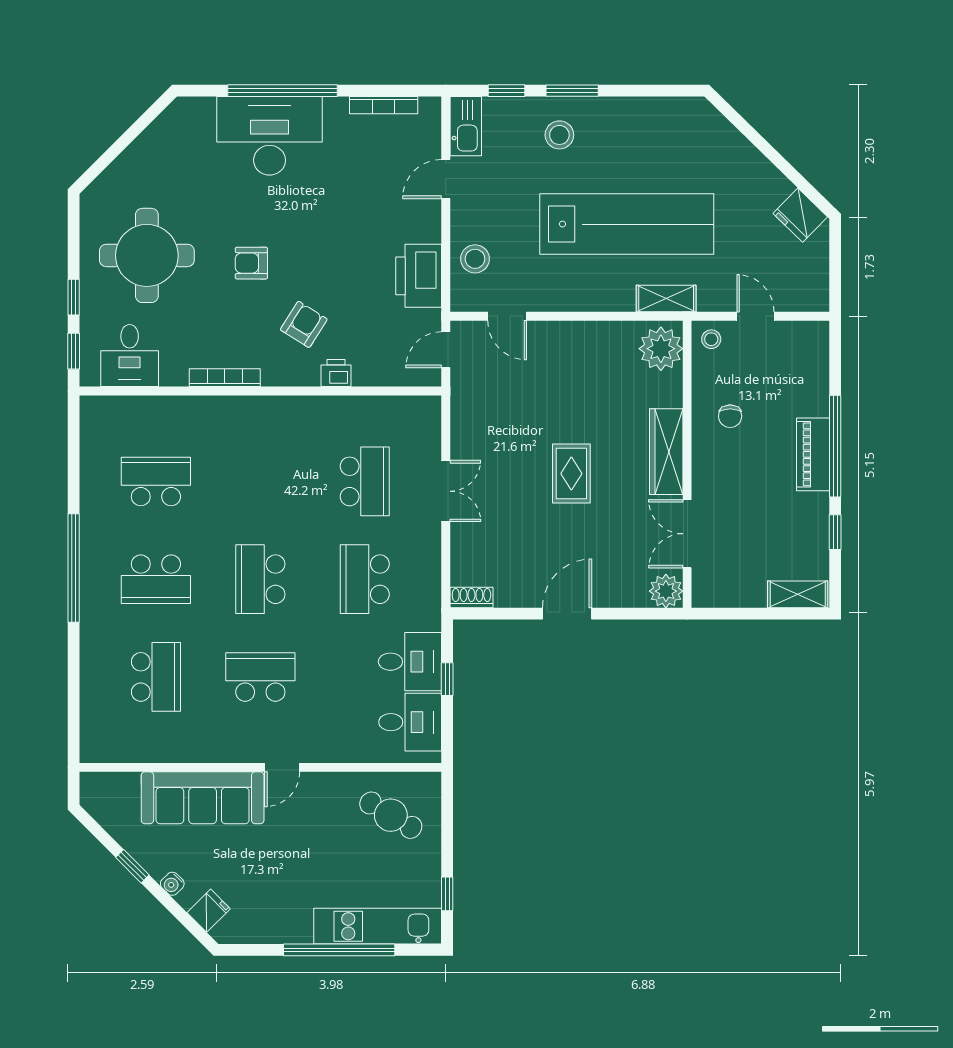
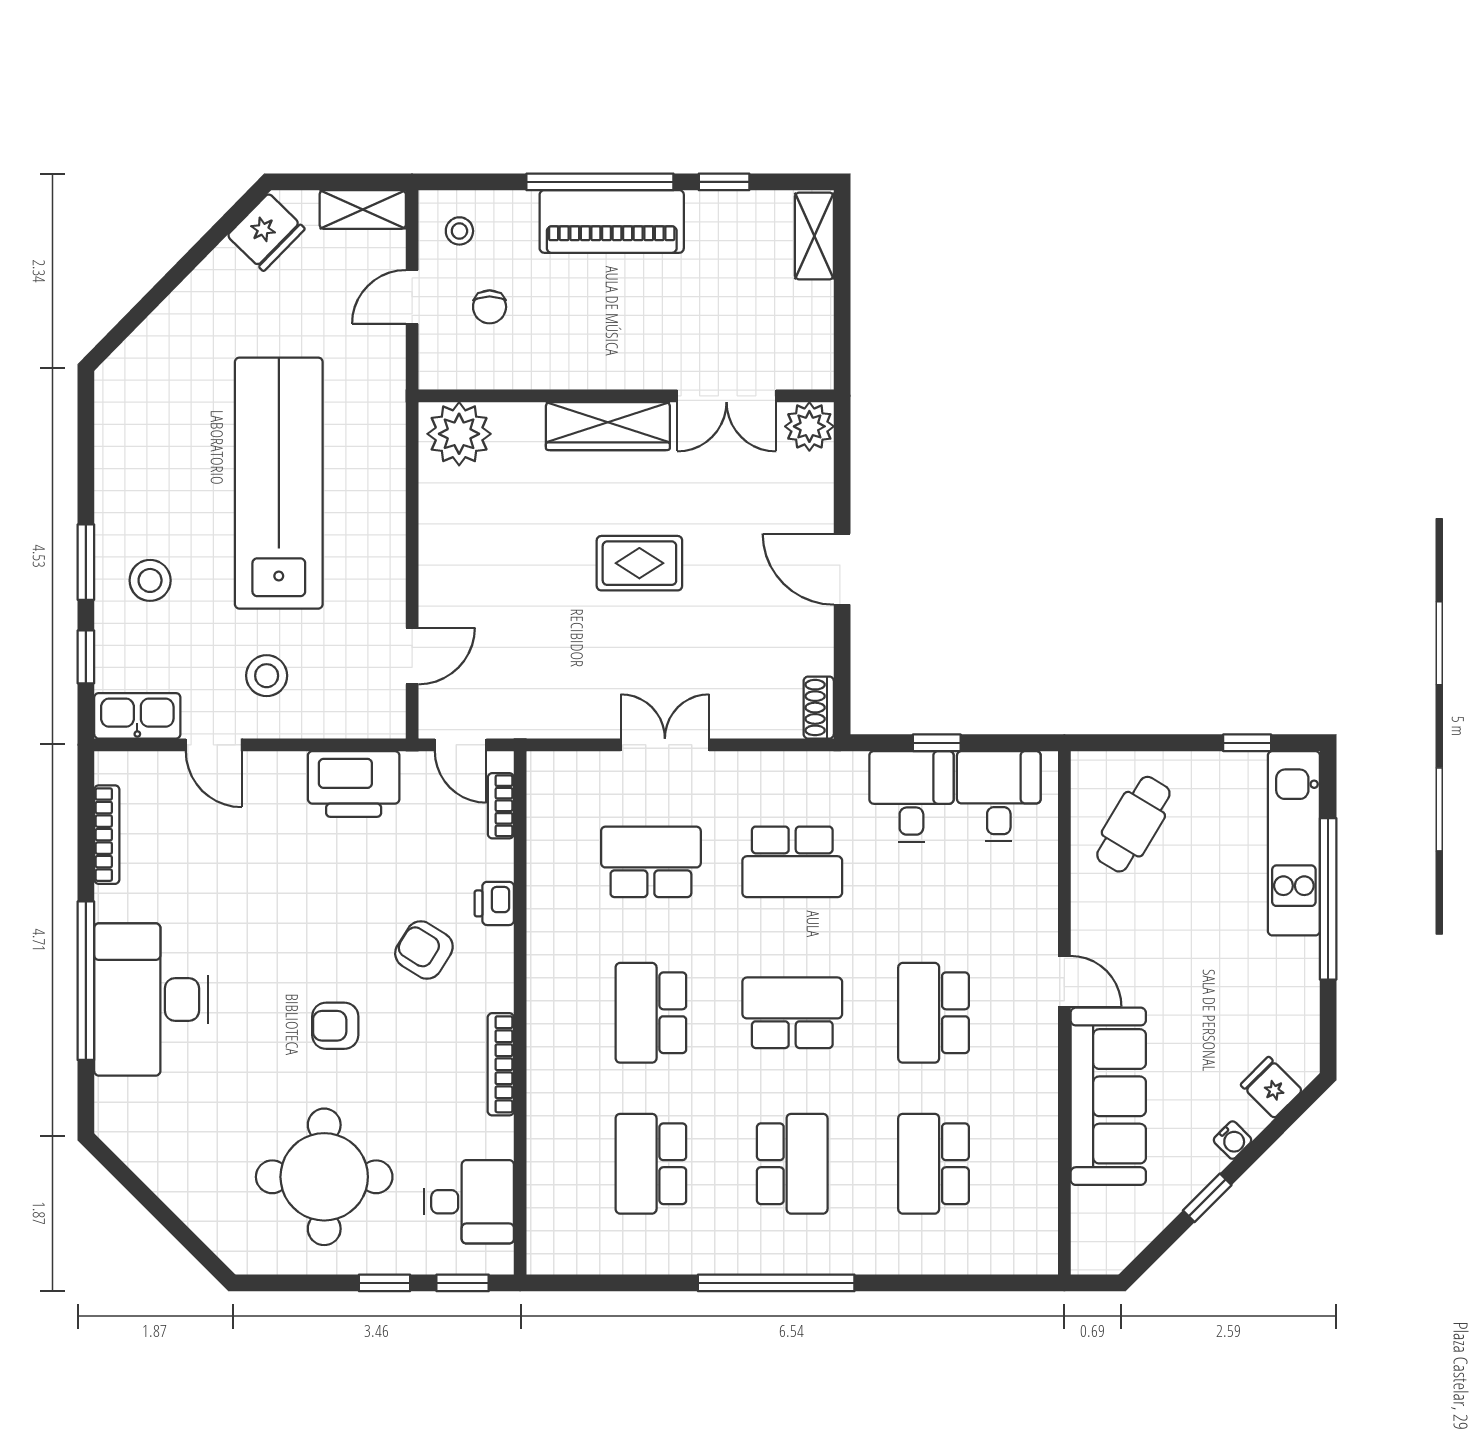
stool: (475, 259) -> (267, 676), moved
armchair: (251, 263) -> (335, 1026), turned 90
shelving: (666, 298) -> (363, 210), moved, turned 90
stool: (711, 339) -> (459, 231), moved
bookcase: (404, 378) -> (501, 806), added
chair: (730, 416) -> (490, 307), moved, turned 90
piano: (813, 454) -> (612, 221), width x1.37, depth x1.33
school desk: (260, 481) -> (651, 1013), added
school desk: (260, 579) -> (792, 1013), turned 180
school desk: (156, 677) -> (934, 1164), turned -90

